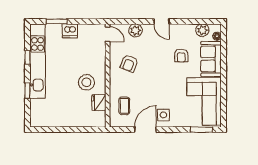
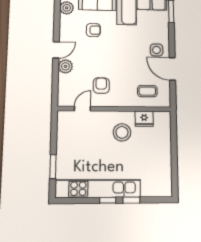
plant: (135, 30) -> (65, 66), moved
dishwasher: (70, 31) -> (64, 151), removed
door: (108, 34) -> (82, 109), moved
window: (27, 57) -> (108, 200), moved
armchair: (129, 63) -> (101, 85), turned -110

